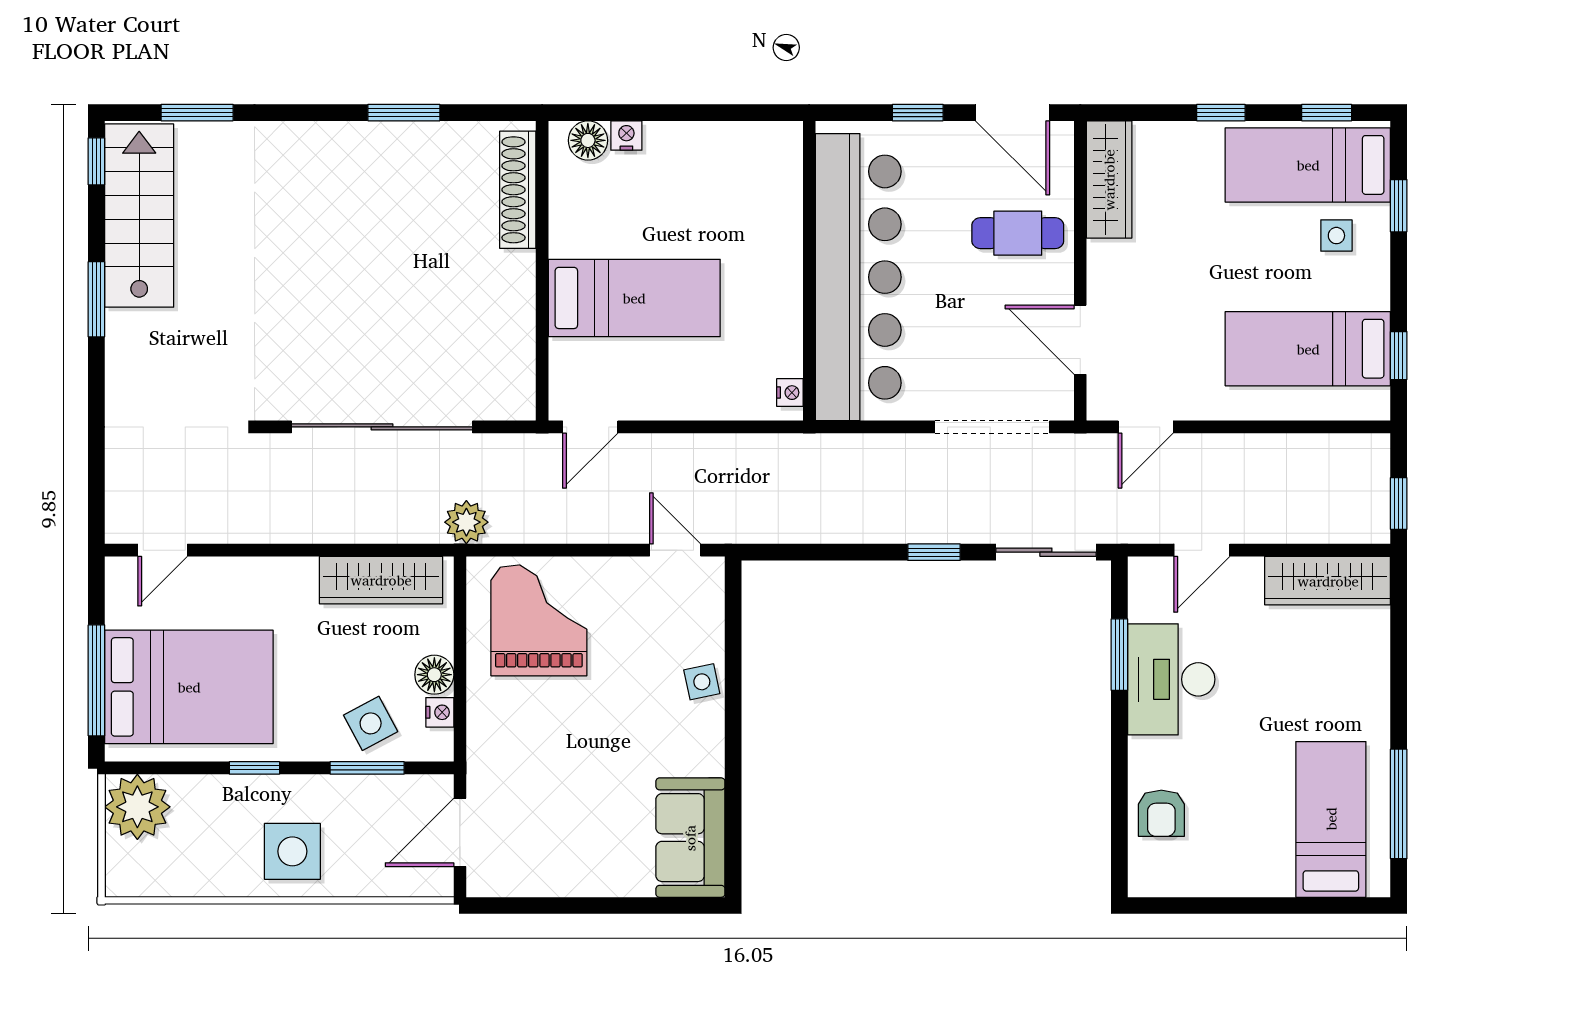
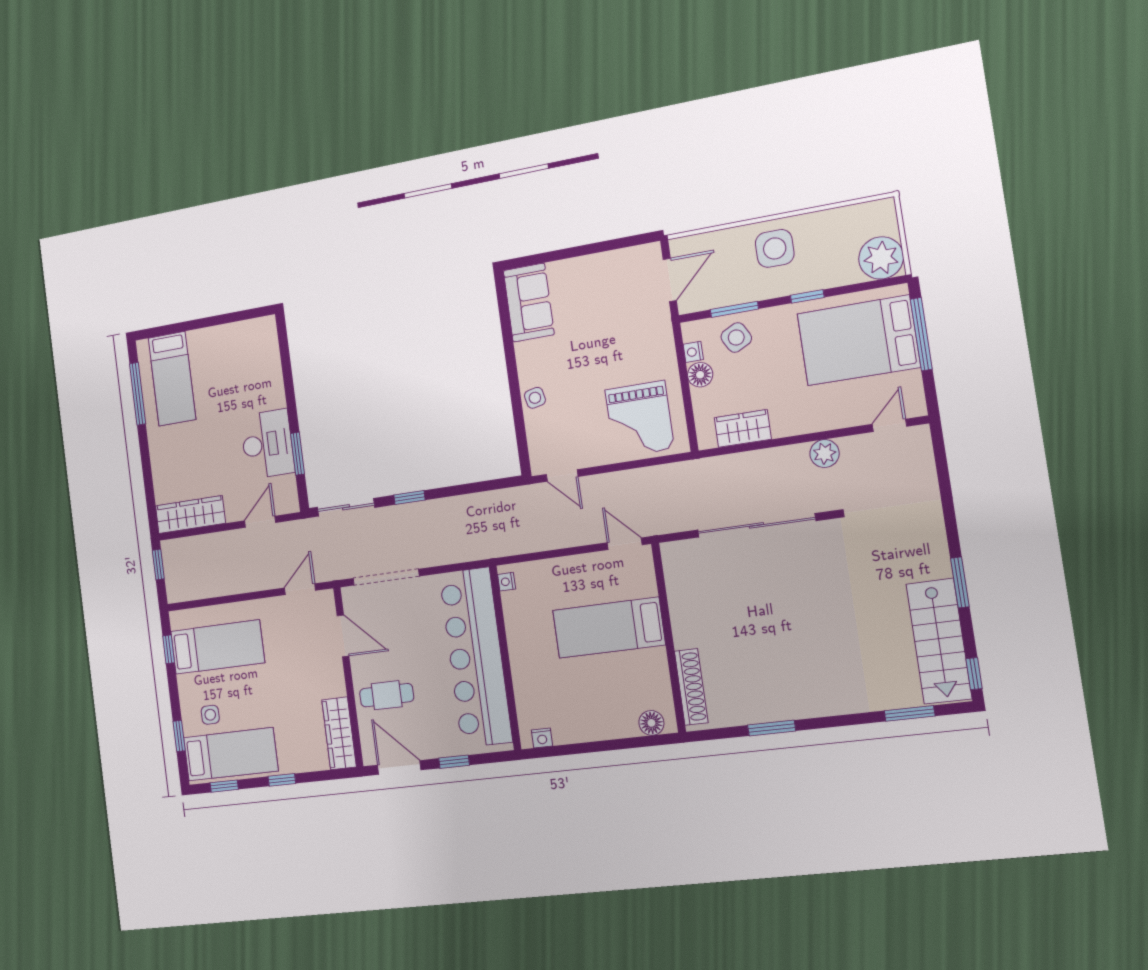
nightstand: (626, 136) -> (542, 738), moved
door: (590, 427) -> (625, 544), hinge flipped
plant: (466, 522) -> (825, 454), moved
wardrobe: (381, 580) -> (743, 428), width x0.67
armchair: (1161, 813) -> (263, 366), removed

